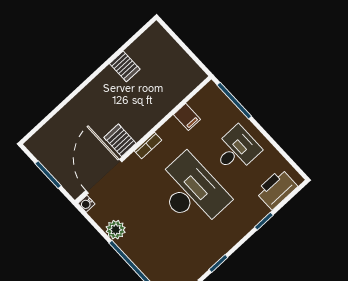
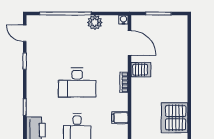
server rack: (125, 66) -> (175, 118), width x2.18, depth x1.44
door: (104, 176) -> (130, 43), width x0.73
desk: (191, 192) -> (77, 83), width x0.73, depth x0.77

